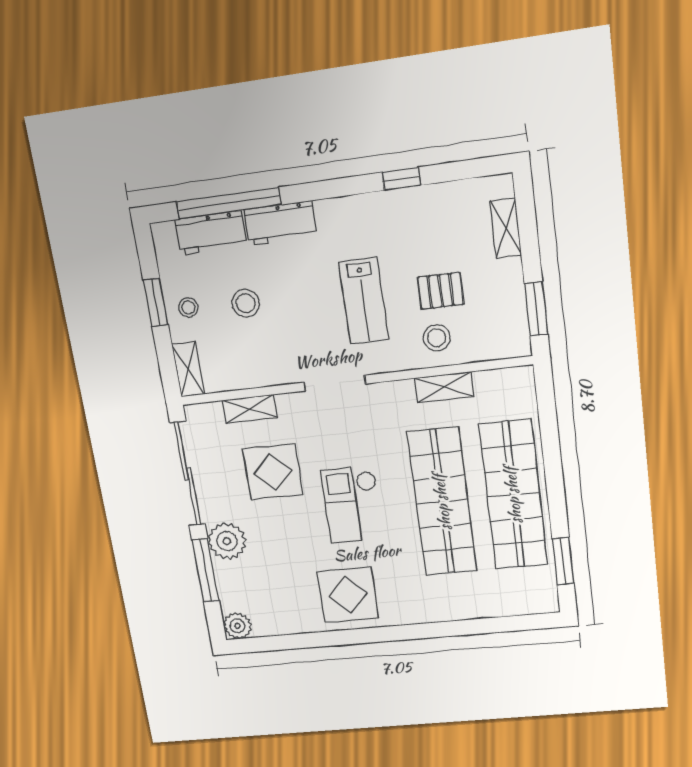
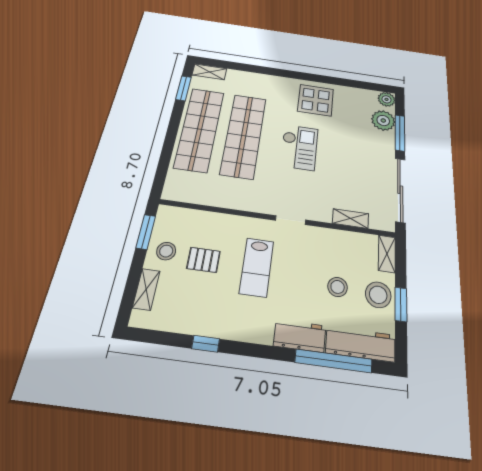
workbench: (211, 233) -> (361, 344), width x1.38
lab bench: (364, 301) -> (257, 267), turned 180
stool: (188, 307) -> (378, 295), width x1.89, depth x1.89
stool: (437, 338) -> (166, 251), moved
doorway: (335, 383) -> (290, 220), width x0.73
shelving: (444, 387) -> (209, 72), moved
display table: (273, 472) -> (345, 178), removed
plant: (227, 541) -> (383, 120), moved

